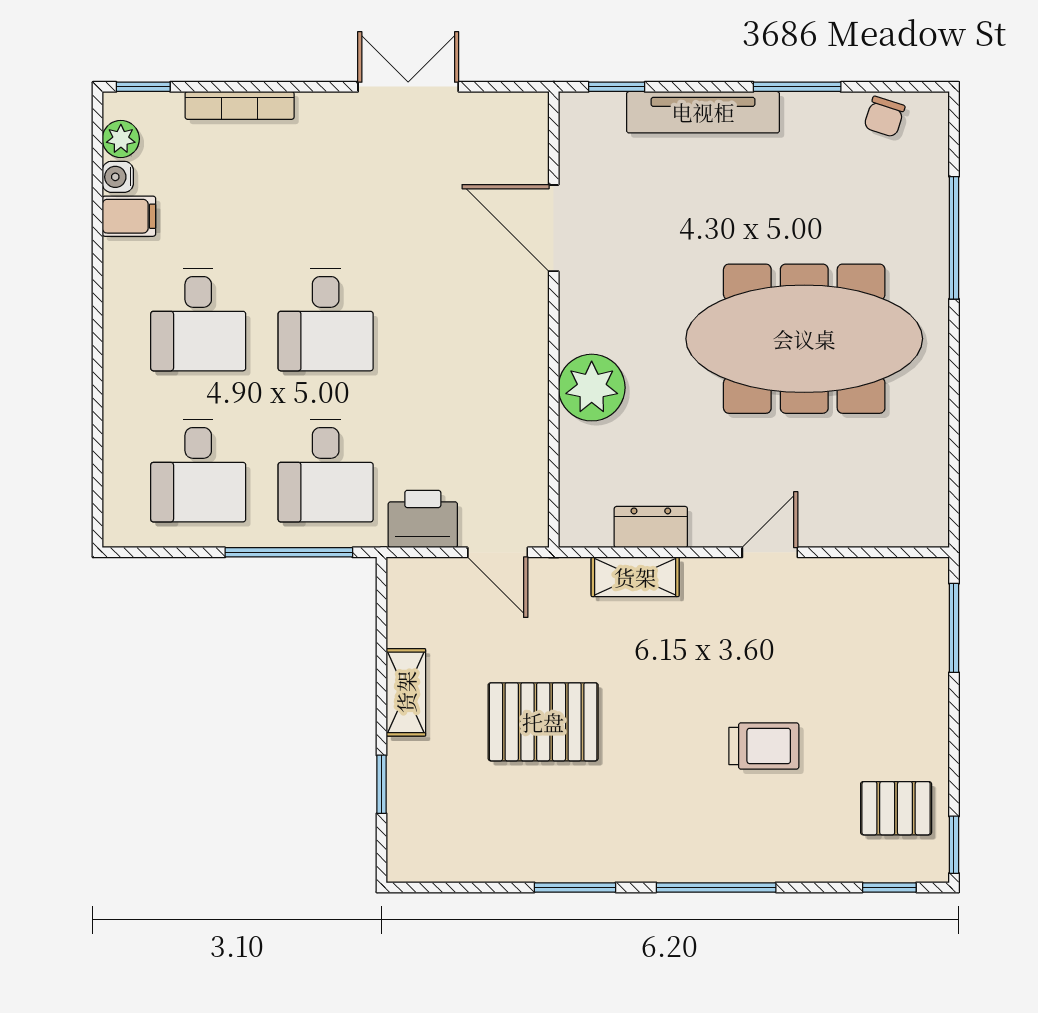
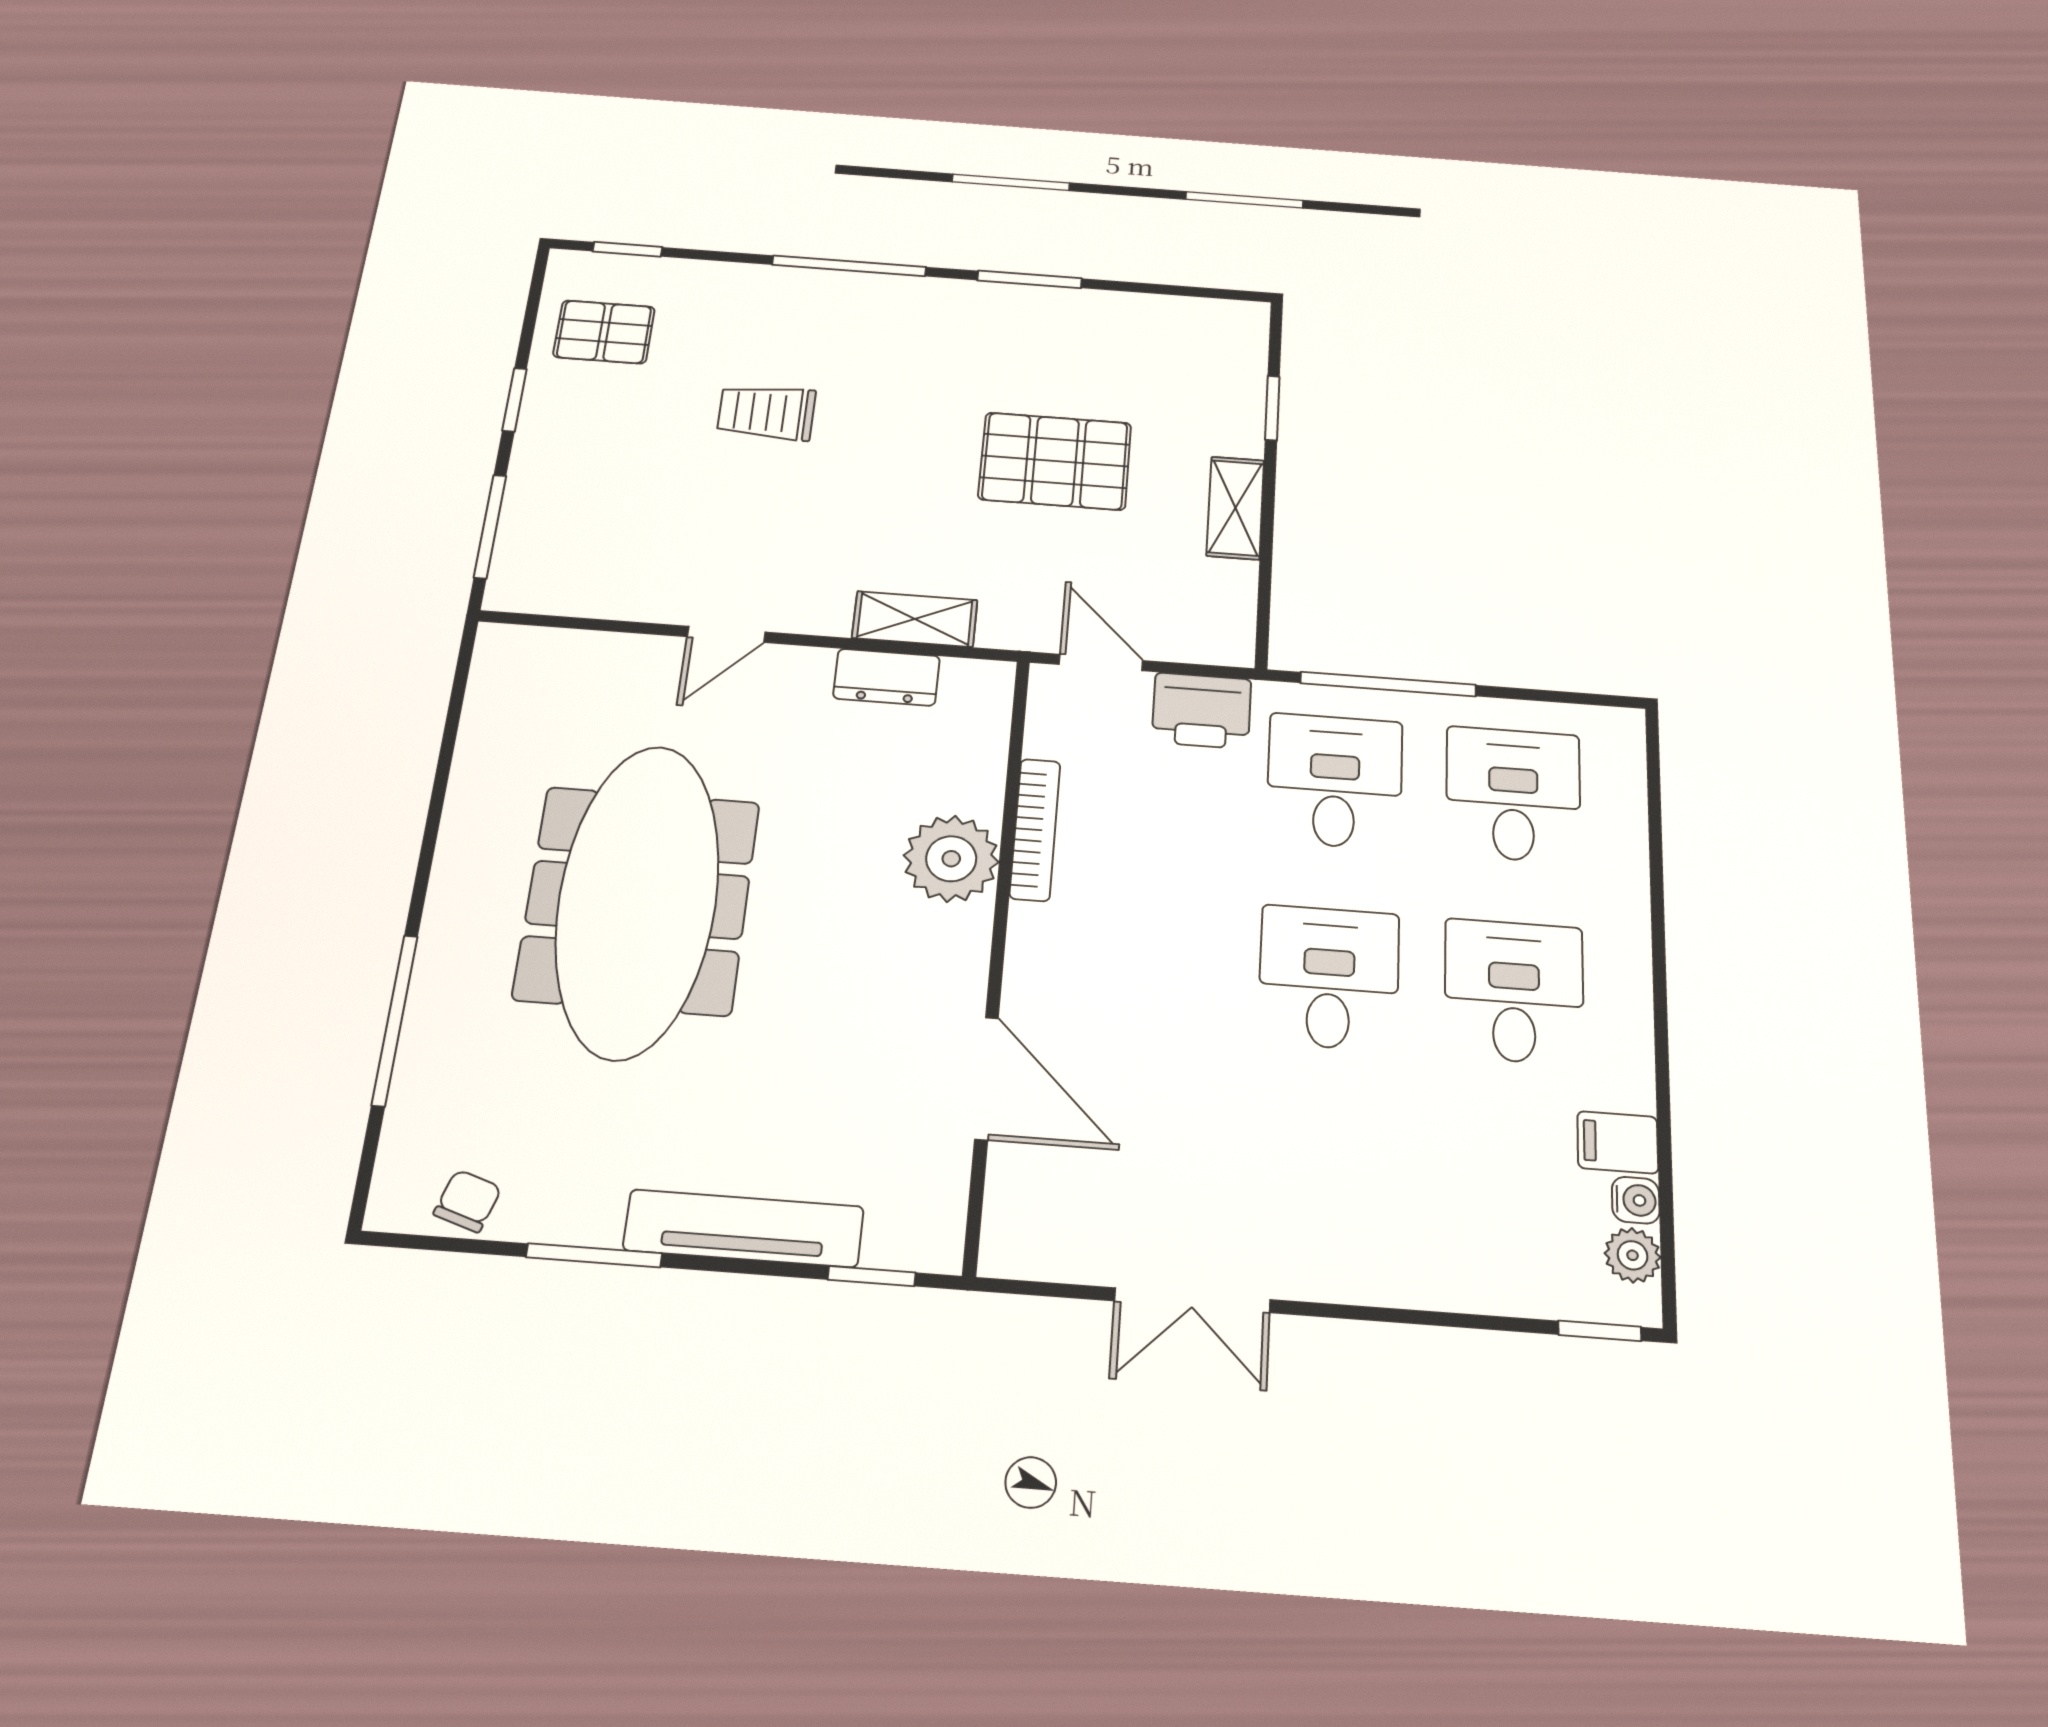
bookcase: (240, 105) -> (1035, 830), moved, turned 90
meeting table: (804, 339) -> (638, 900), turned 90
window: (954, 845) -> (515, 400), moved

